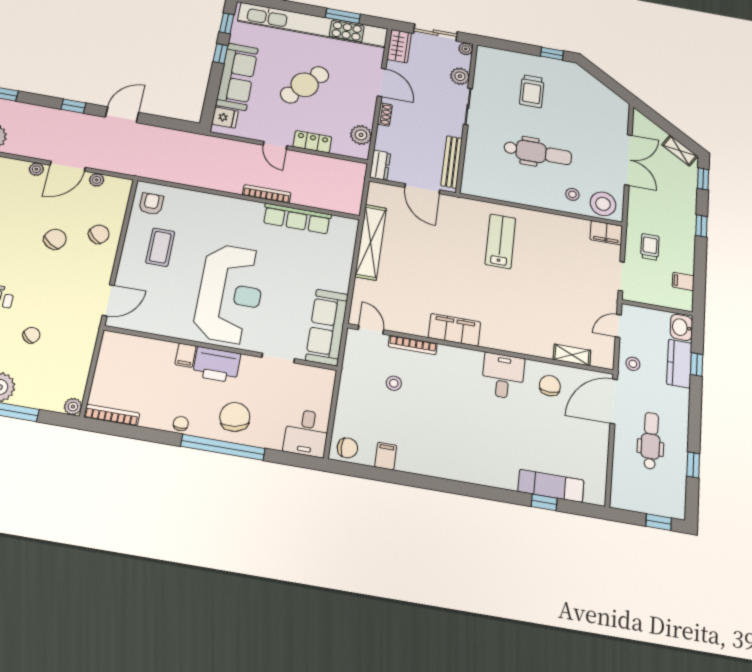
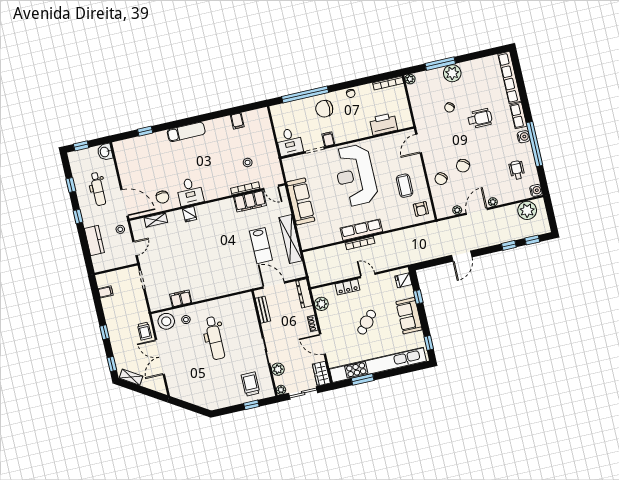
window: (220, 54) -> (418, 297), moved
window: (552, 54) -> (251, 405), moved
sofa: (237, 77) -> (409, 316), width x0.73
cafe table: (305, 85) -> (367, 322), width x0.73, depth x0.74
trolley: (532, 91) -> (251, 384), moved
window: (73, 106) -> (509, 245), moved
dental chair: (538, 153) -> (215, 338), turned -90
bench: (452, 162) -> (263, 310), width x0.73
dresser: (380, 165) -> (304, 293), width x1.44
row of seats: (297, 219) -> (361, 230), moved
filing cabinet: (606, 233) -> (181, 298), moved
lab bench: (500, 241) -> (261, 246), moved
trolley: (650, 247) -> (145, 331), moved
sofa: (327, 327) -> (301, 201), moved
washbasin: (681, 327) -> (105, 152), moved, turned 180
filing cabinet: (454, 330) -> (250, 201), moved
fridge: (515, 342) -> (190, 214), added
filing cabinet: (186, 355) -> (328, 139), moved
window: (697, 364) -> (78, 216), moved
printer: (217, 365) -> (383, 124), moved
door: (614, 401) -> (125, 203), hinge flipped
chair: (235, 417) -> (324, 109), turned 101
desk: (306, 433) -> (289, 142), moved, turned 180
window: (223, 447) -> (305, 94), moved
chair: (347, 448) -> (259, 117), removed
exam couch: (551, 486) -> (186, 132), moved

